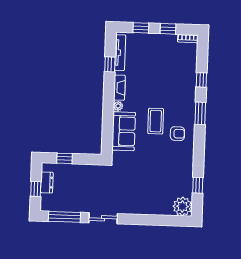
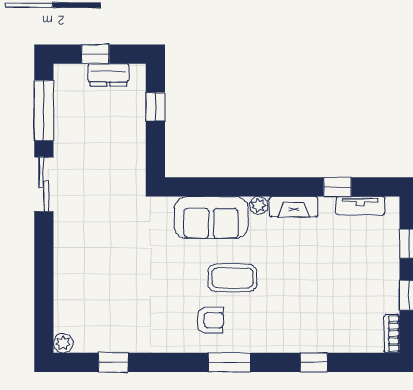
tv unit: (120, 53) -> (360, 206), width x0.71
window: (200, 113) -> (229, 362), moved
armchair: (177, 134) -> (210, 320), turned -90
plant: (182, 206) -> (63, 343), width x0.53, depth x0.53

